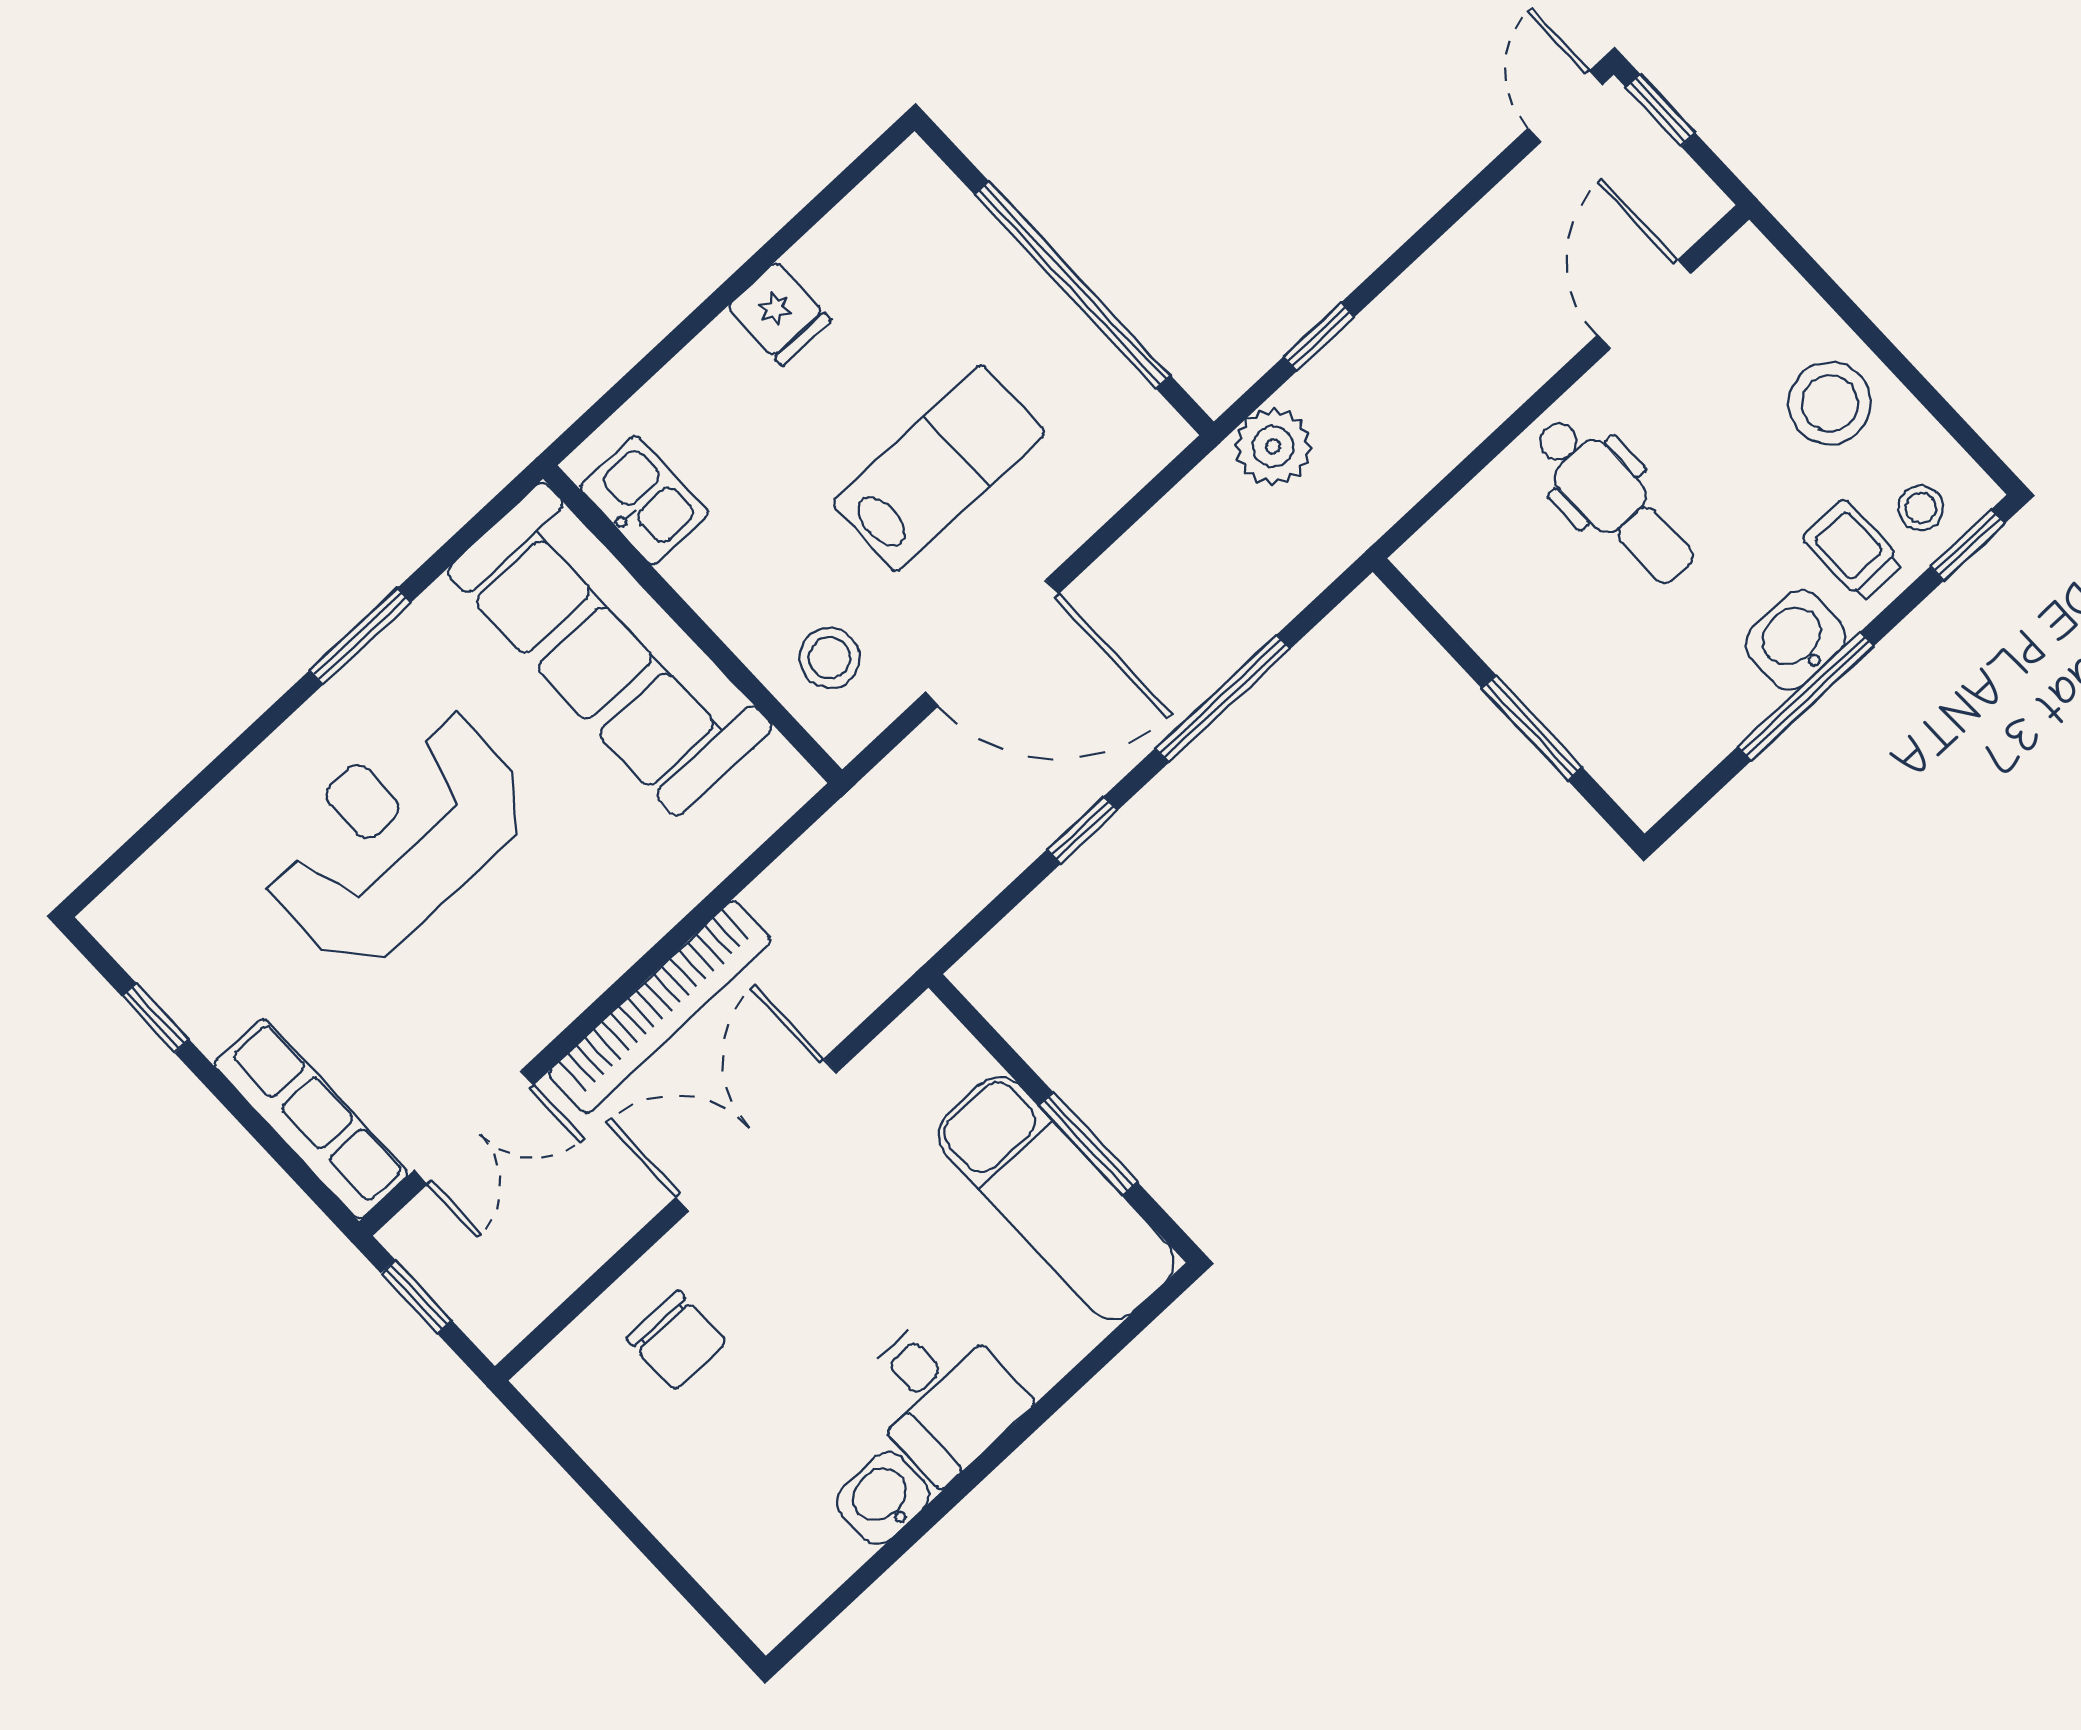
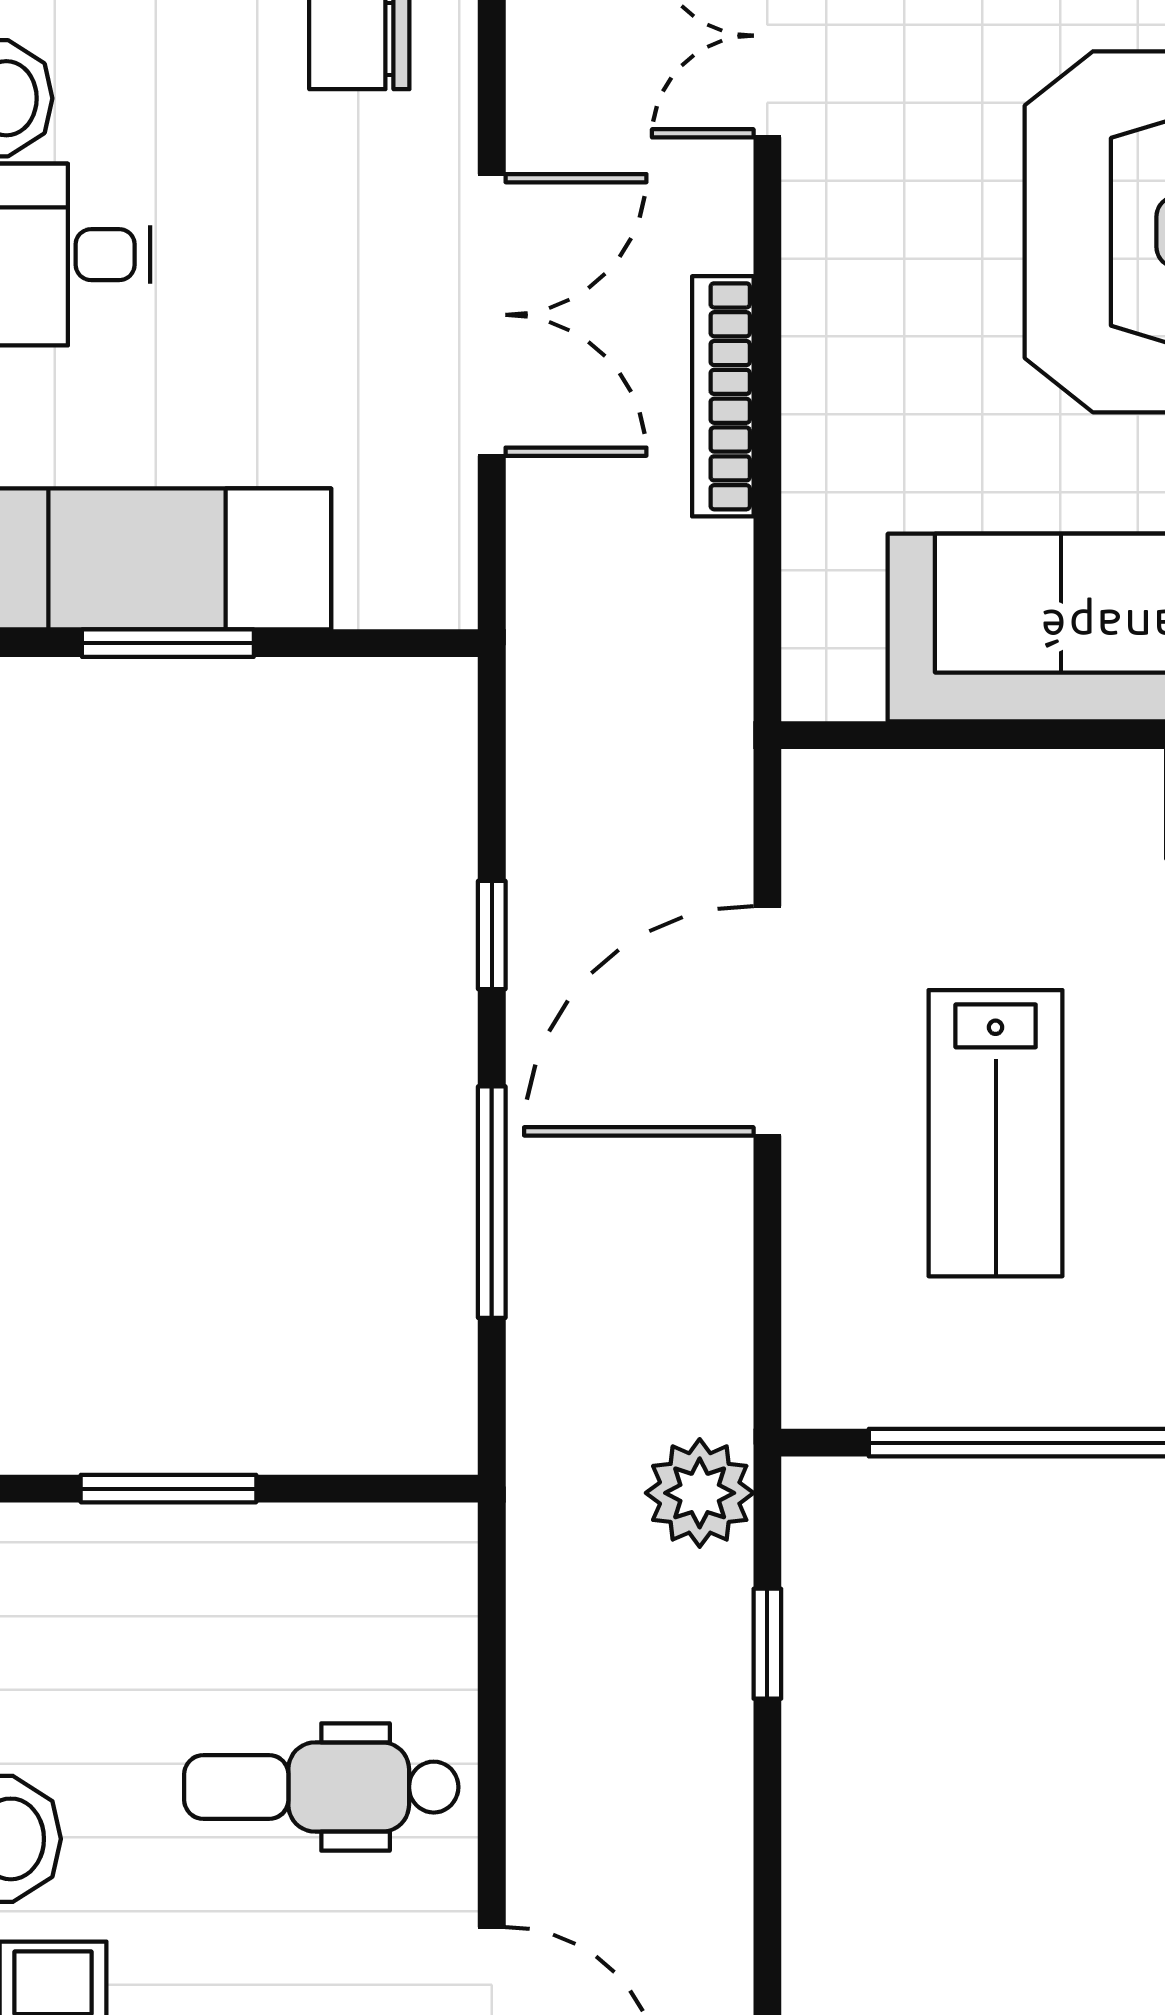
stool: (830, 658) -> (906, 842), removed
bookcase: (660, 1007) -> (723, 396), width x0.68, depth x0.76

